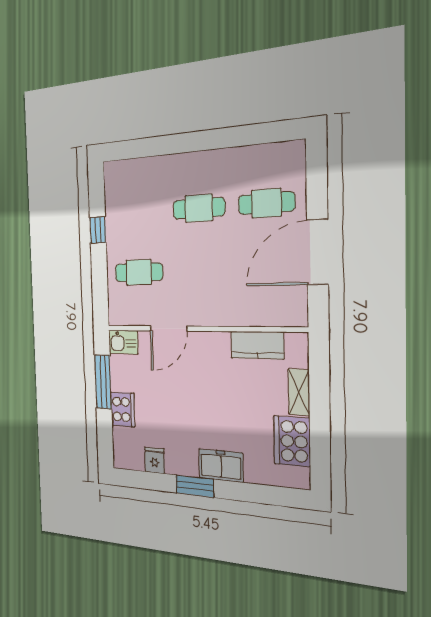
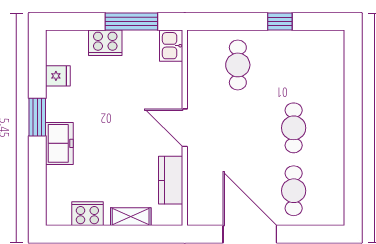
door: (168, 328) -> (185, 128), moved
cooker: (292, 441) -> (87, 214), width x0.73, depth x0.76

